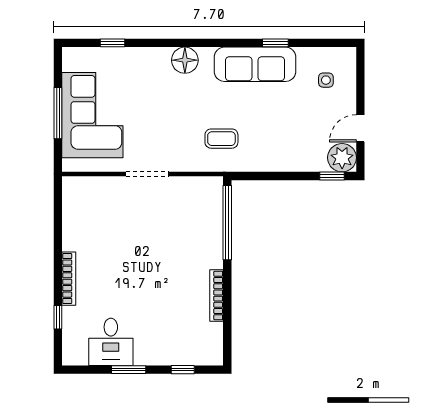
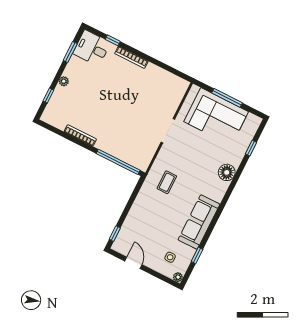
window: (275, 43) -> (197, 255), moved
floor lamp: (185, 60) -> (227, 172), moved
plant: (342, 158) -> (178, 277), moved, width x0.53, depth x0.53
desk: (111, 342) -> (92, 48), moved
plant: (151, 358) -> (64, 81), added
window: (129, 370) -> (70, 52), moved

